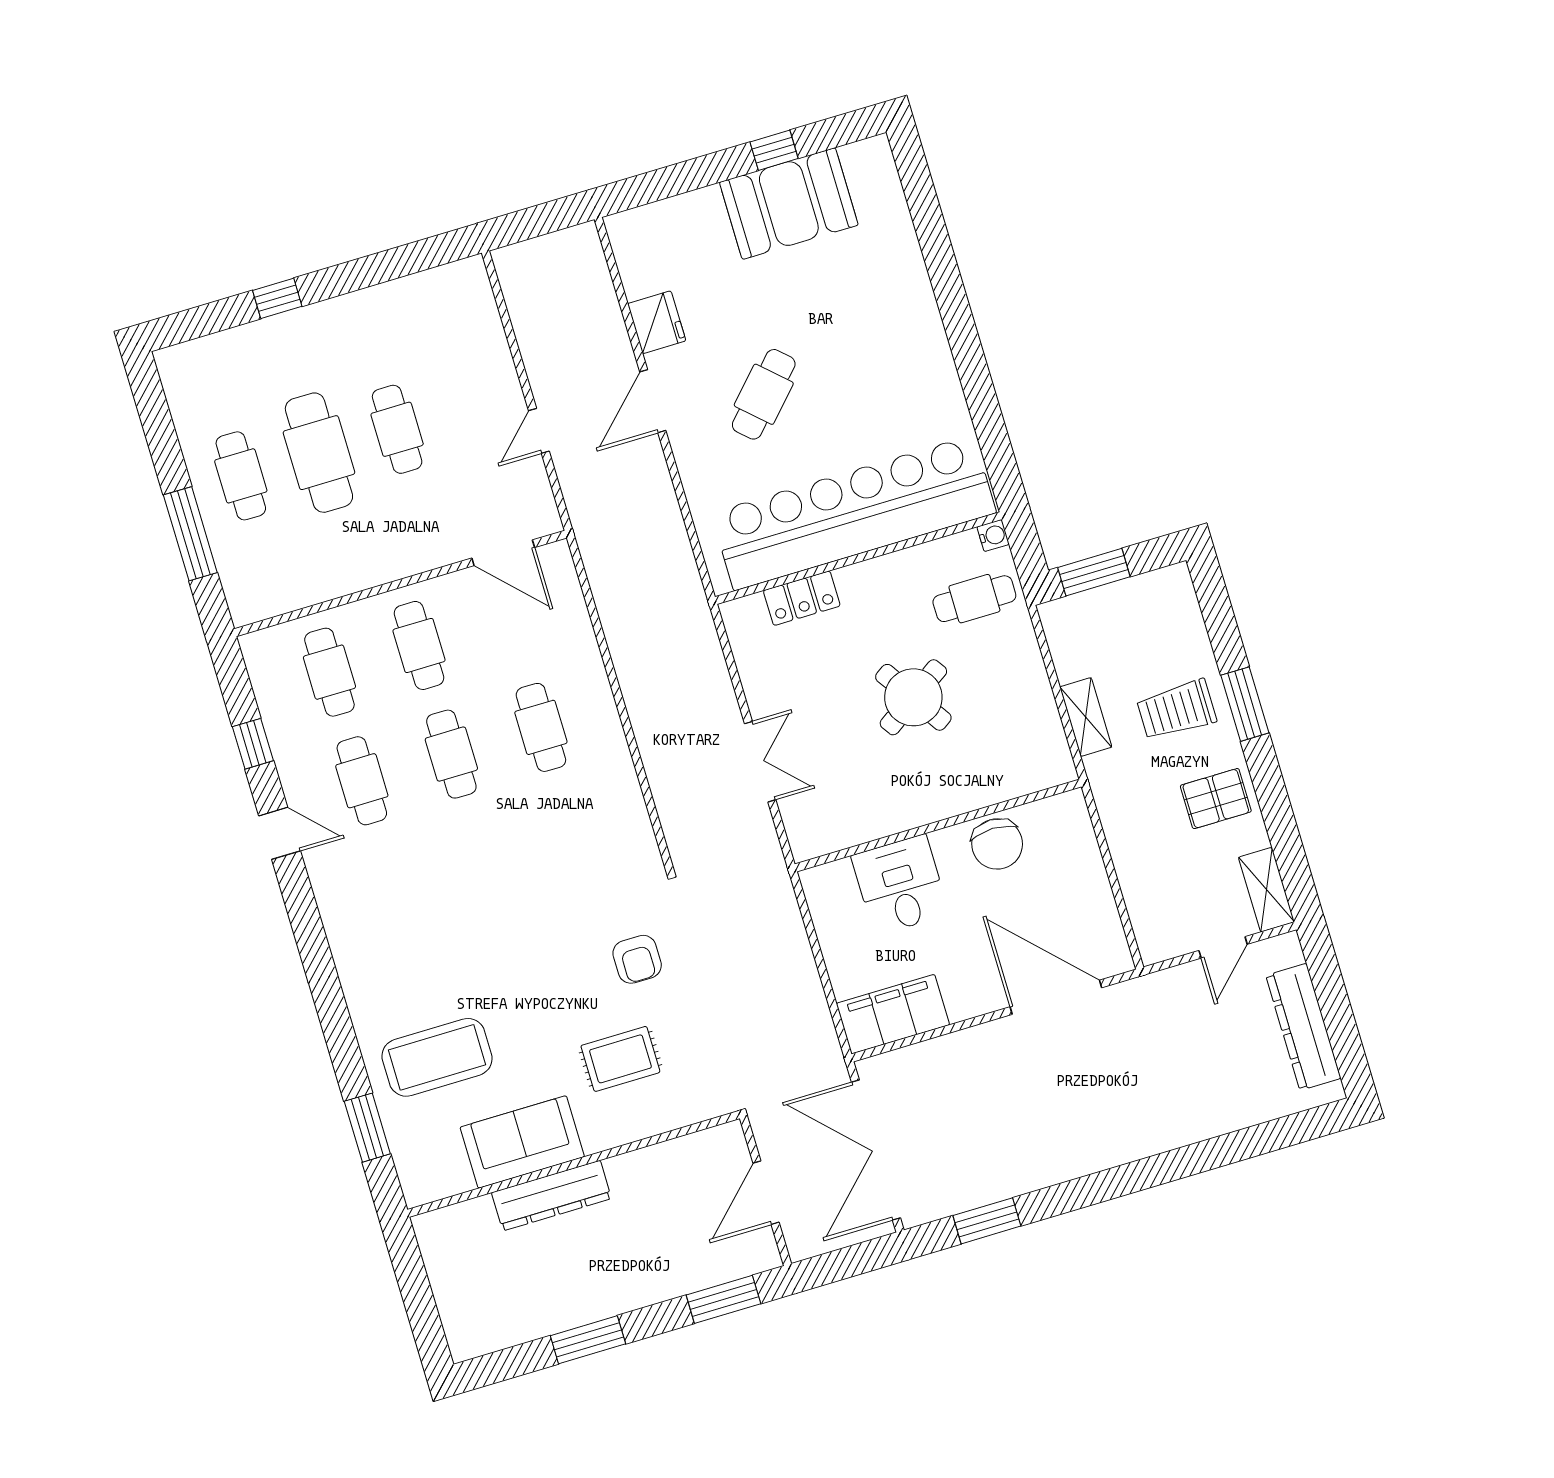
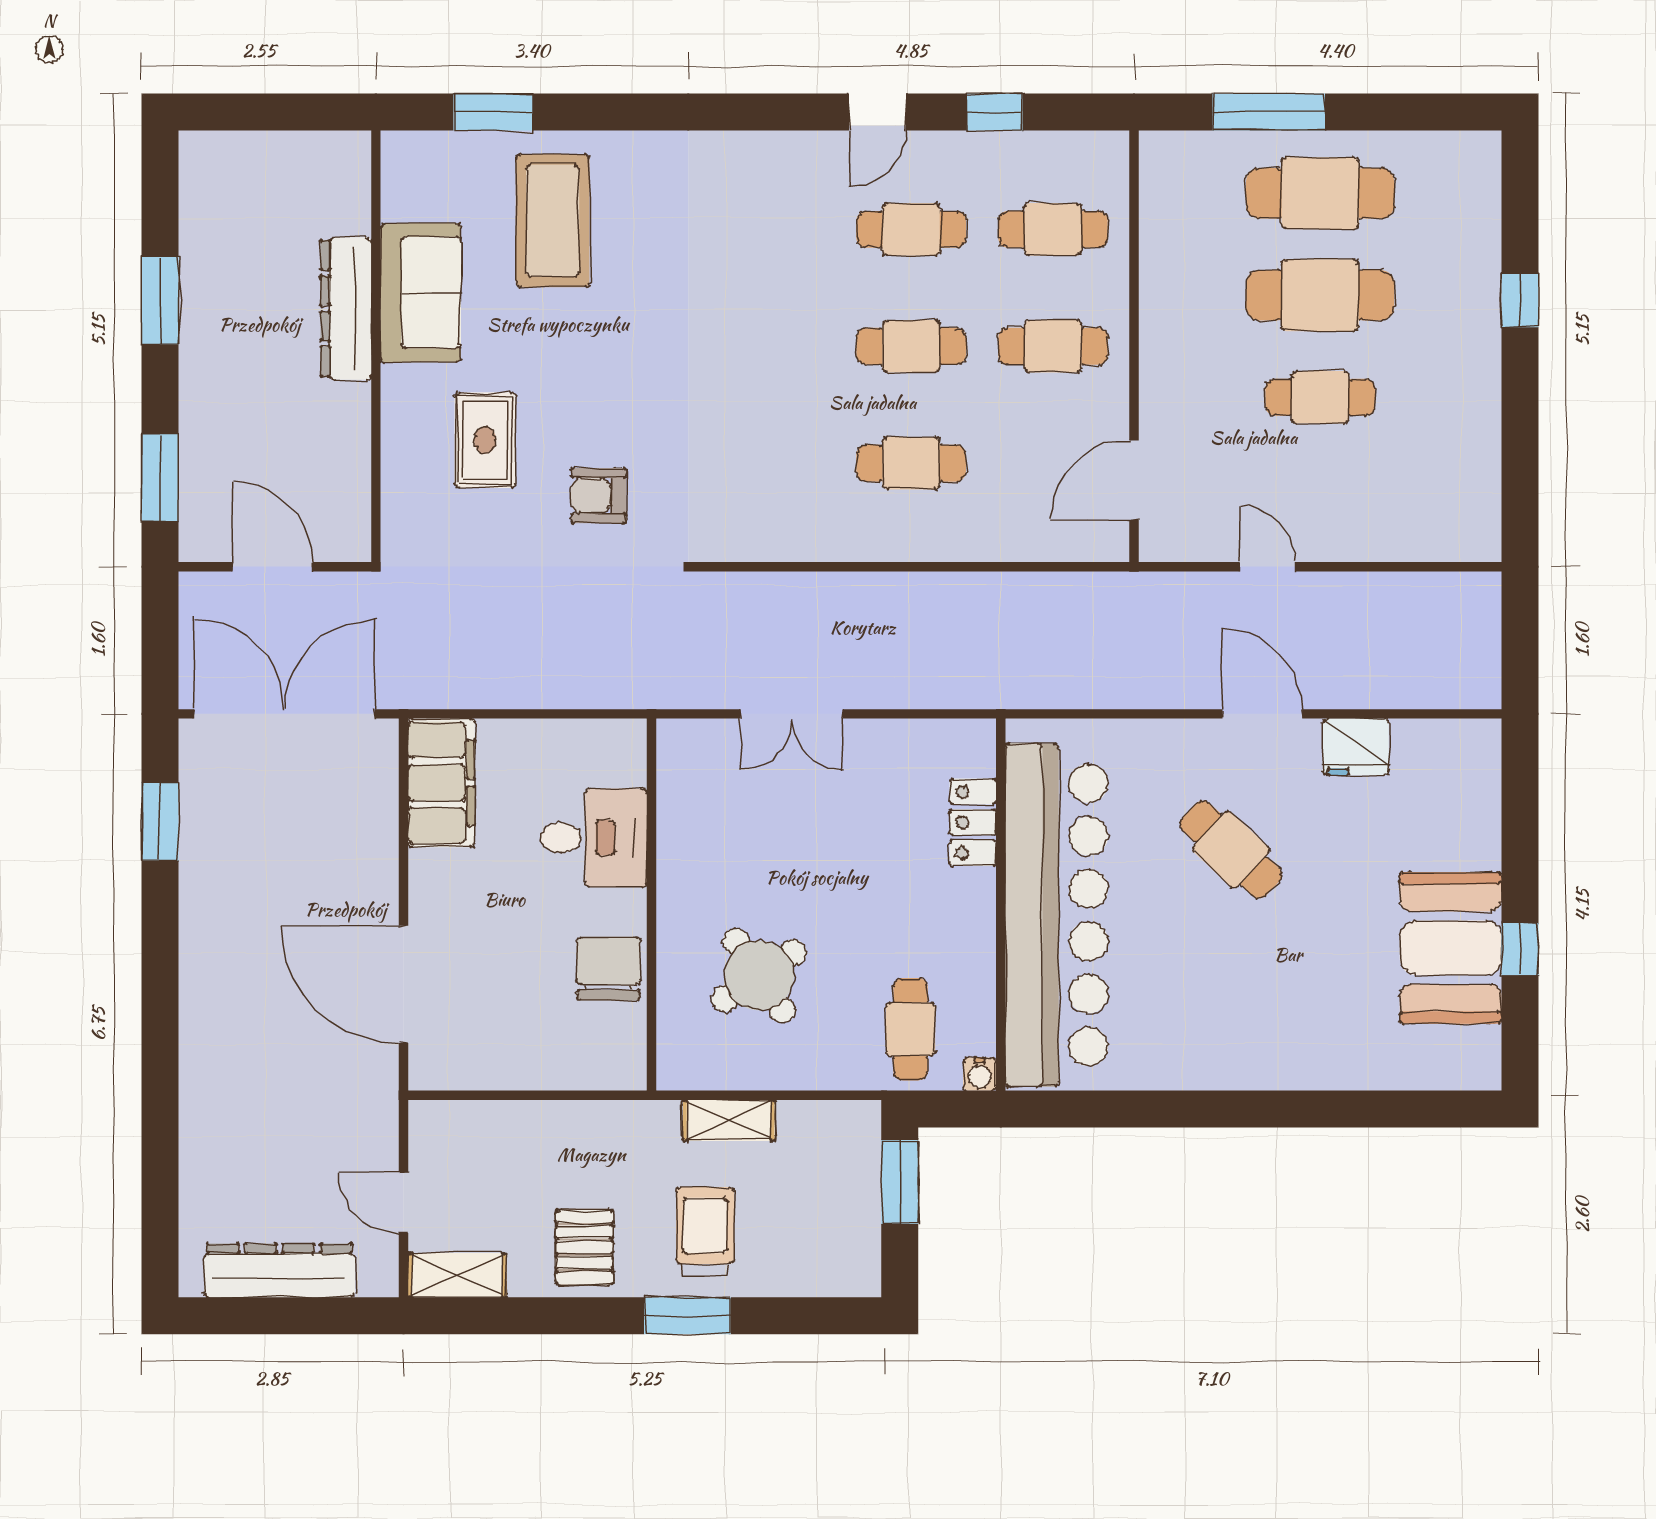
cafe table: (241, 476) -> (1320, 193), width x1.37, depth x1.35
round table: (913, 697) -> (759, 976), moved
chair: (997, 844) -> (608, 969), turned 90
door: (1056, 997) -> (403, 984), swing flipped

